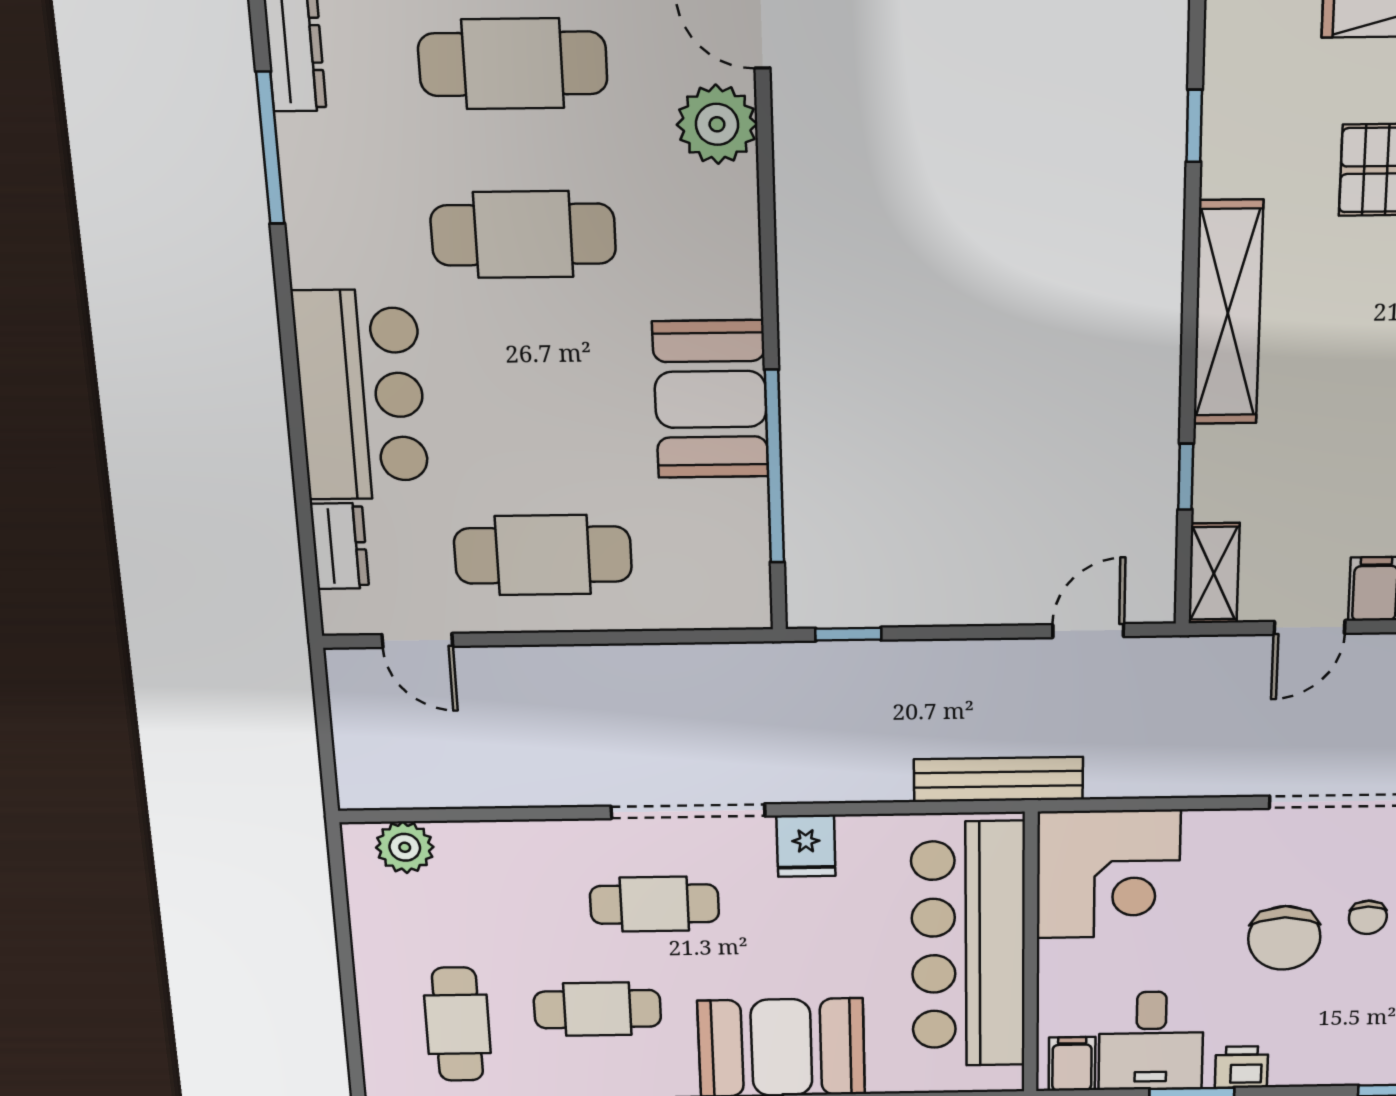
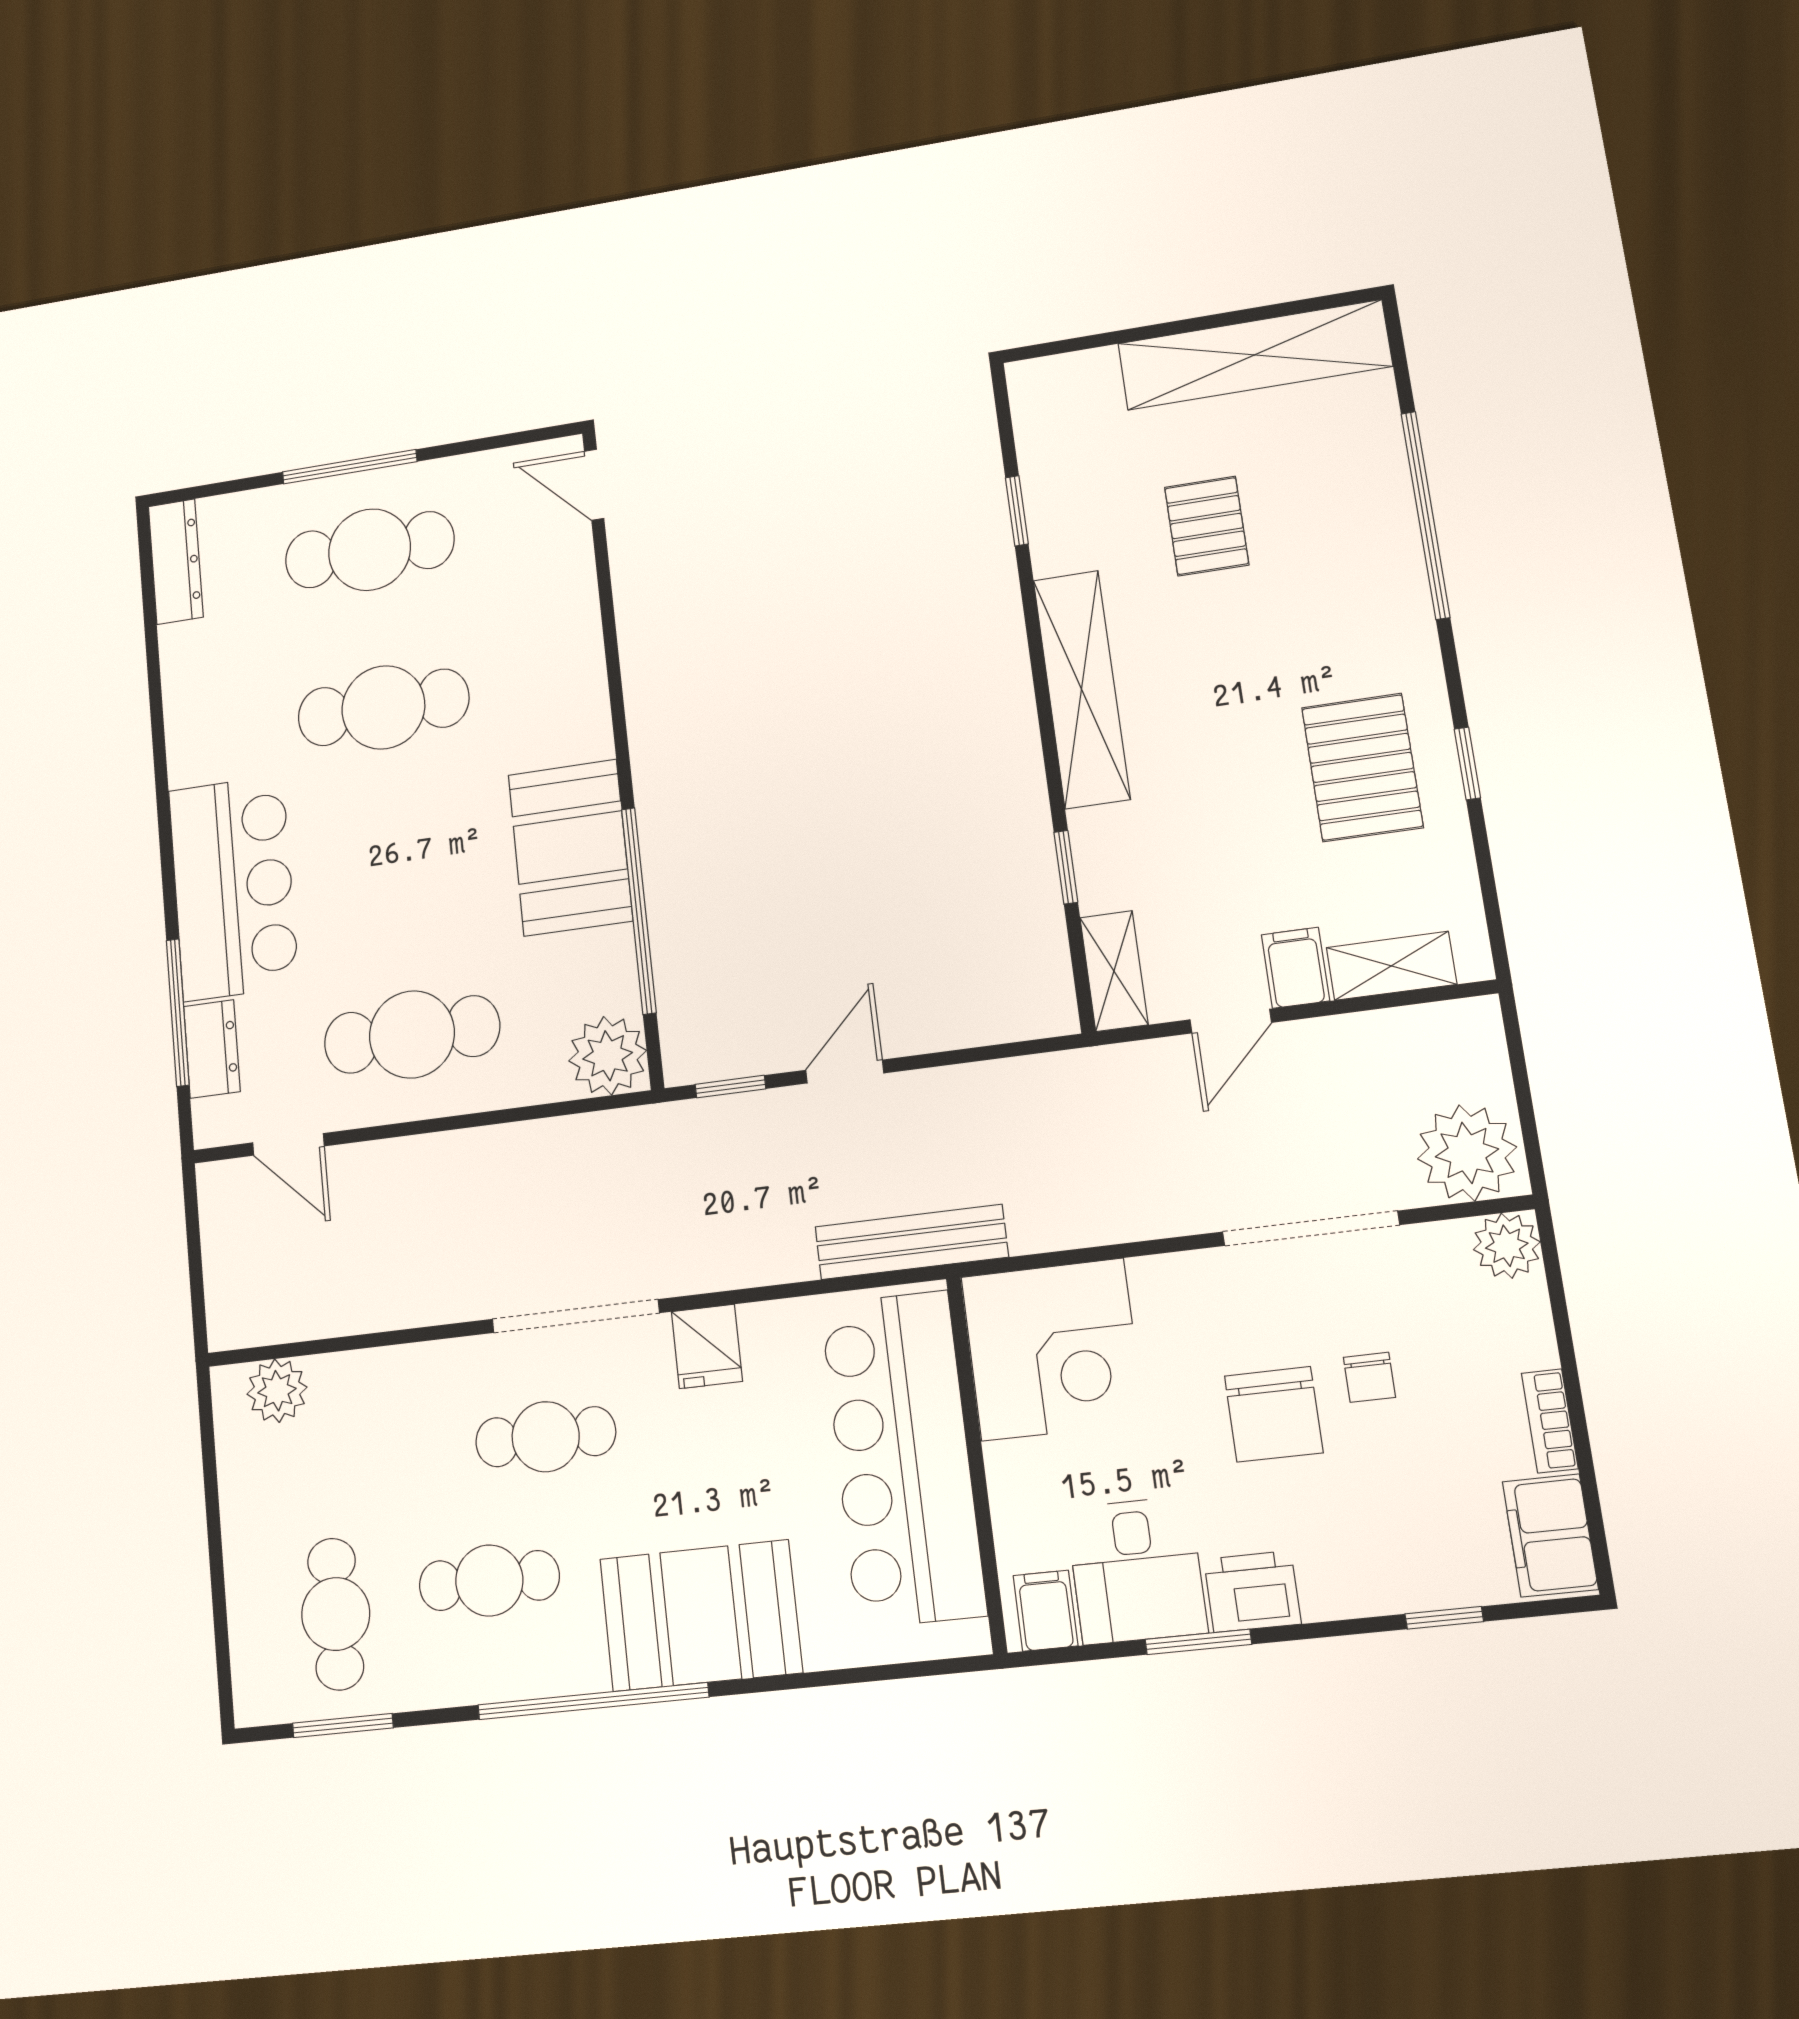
plant: (717, 124) -> (608, 1056), moved
window: (270, 148) -> (178, 1012), moved
door: (1088, 631) -> (845, 1072), moved
printer: (1241, 1067) -> (1252, 1592), width x1.36, depth x1.24

